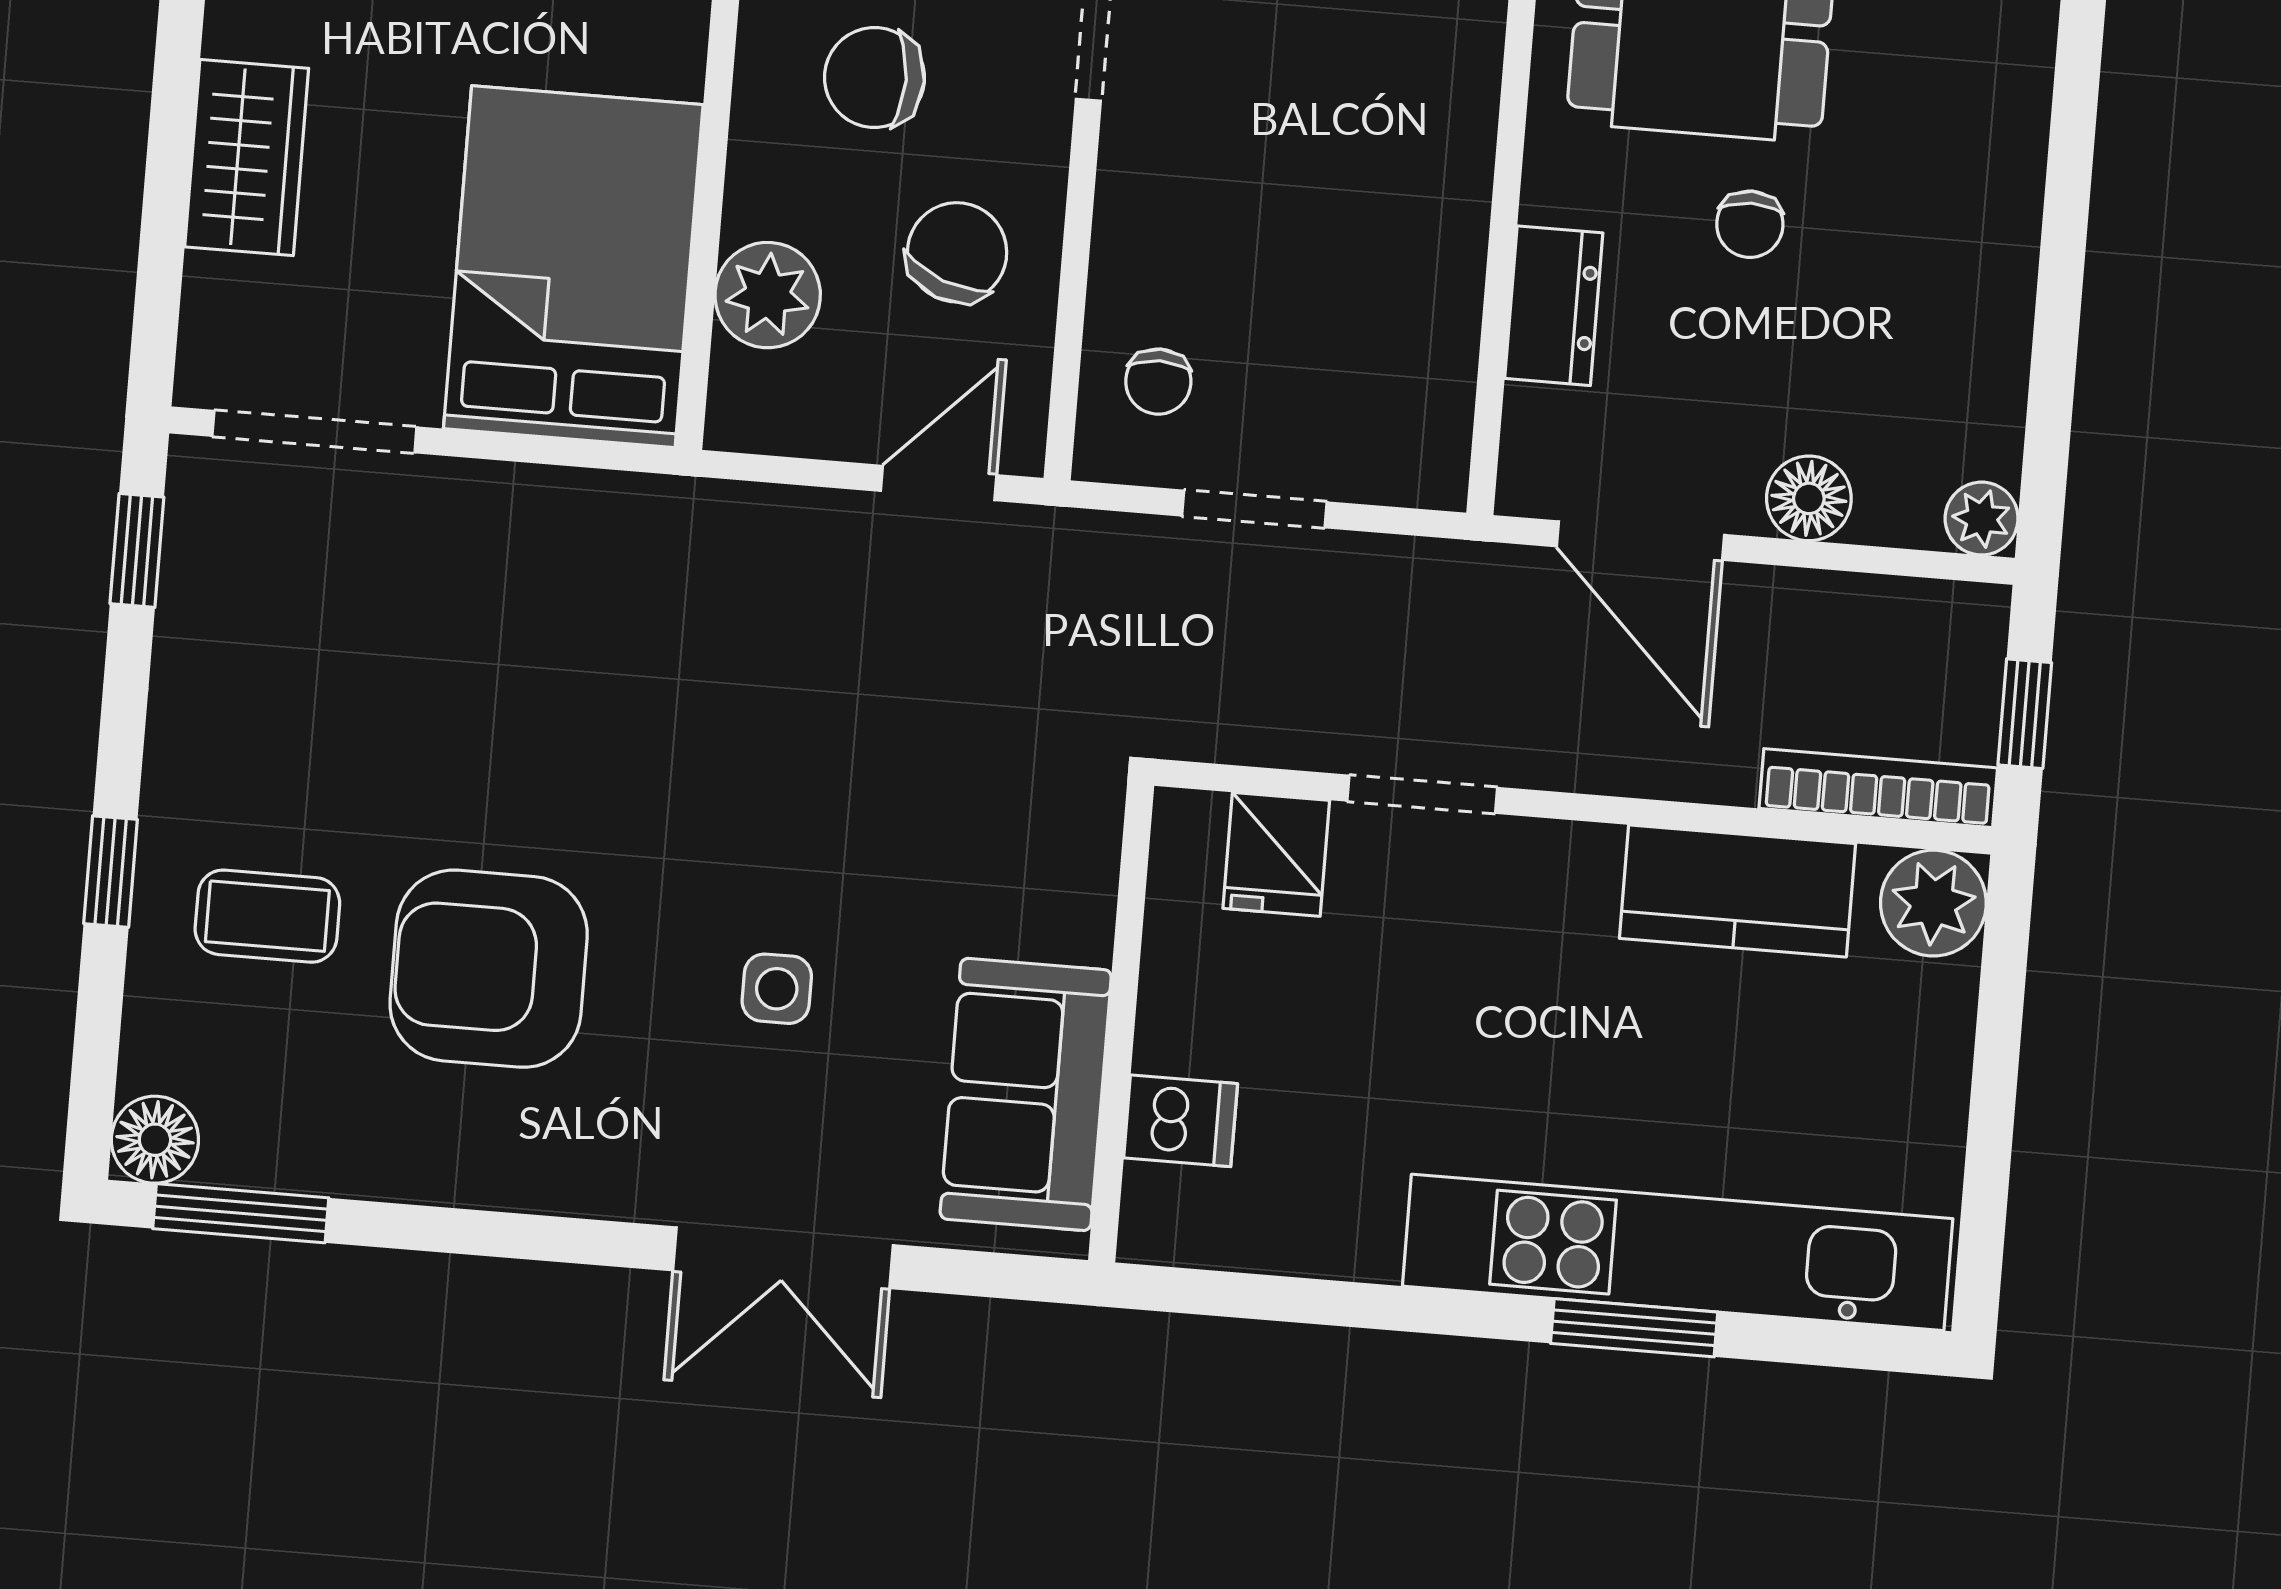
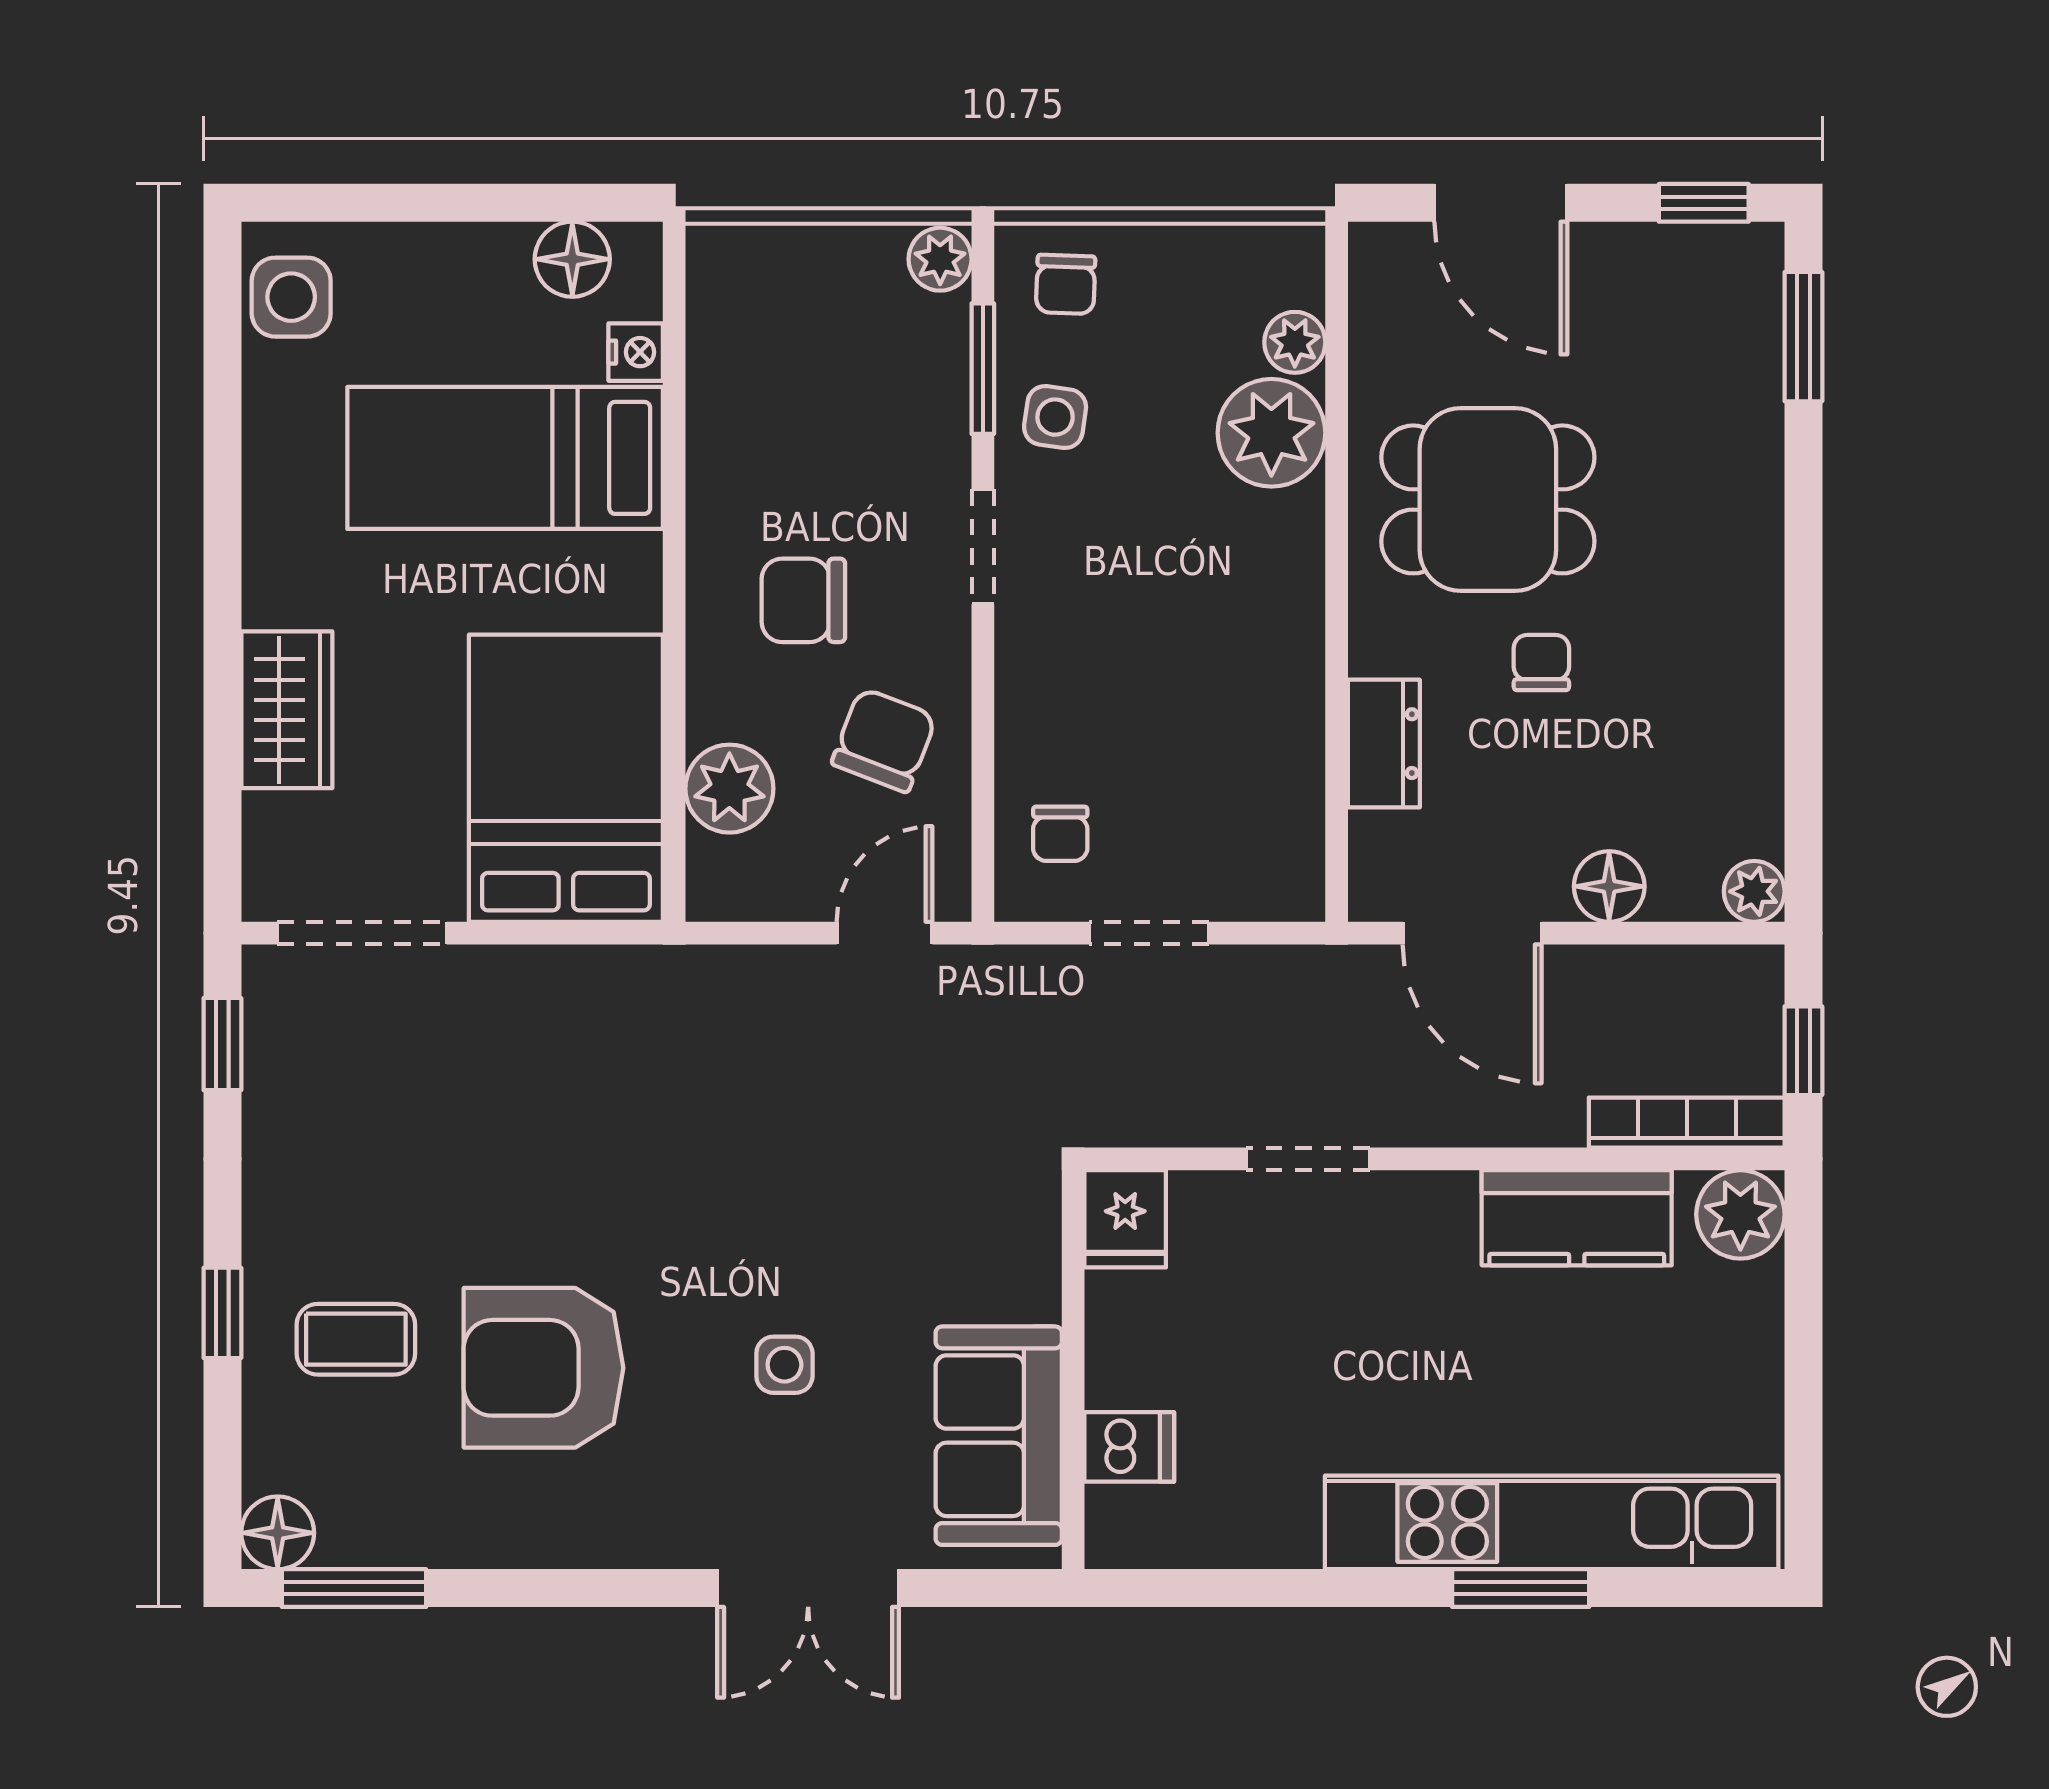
chair: (1750, 224) -> (1541, 663), turned 180
fridge: (1276, 854) -> (1125, 1219), moved

